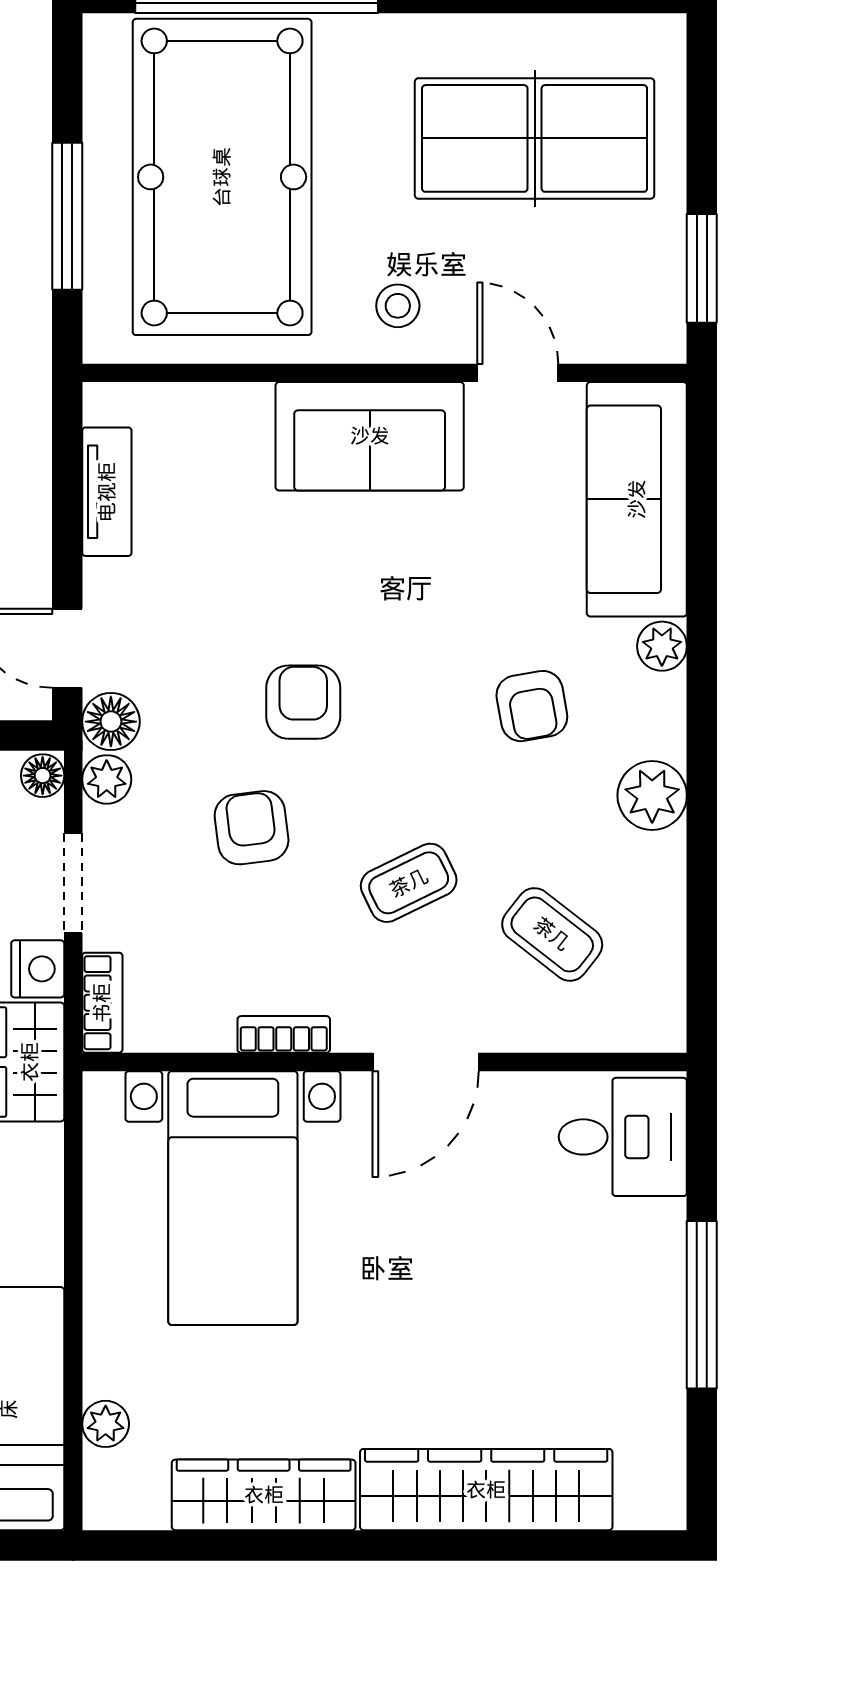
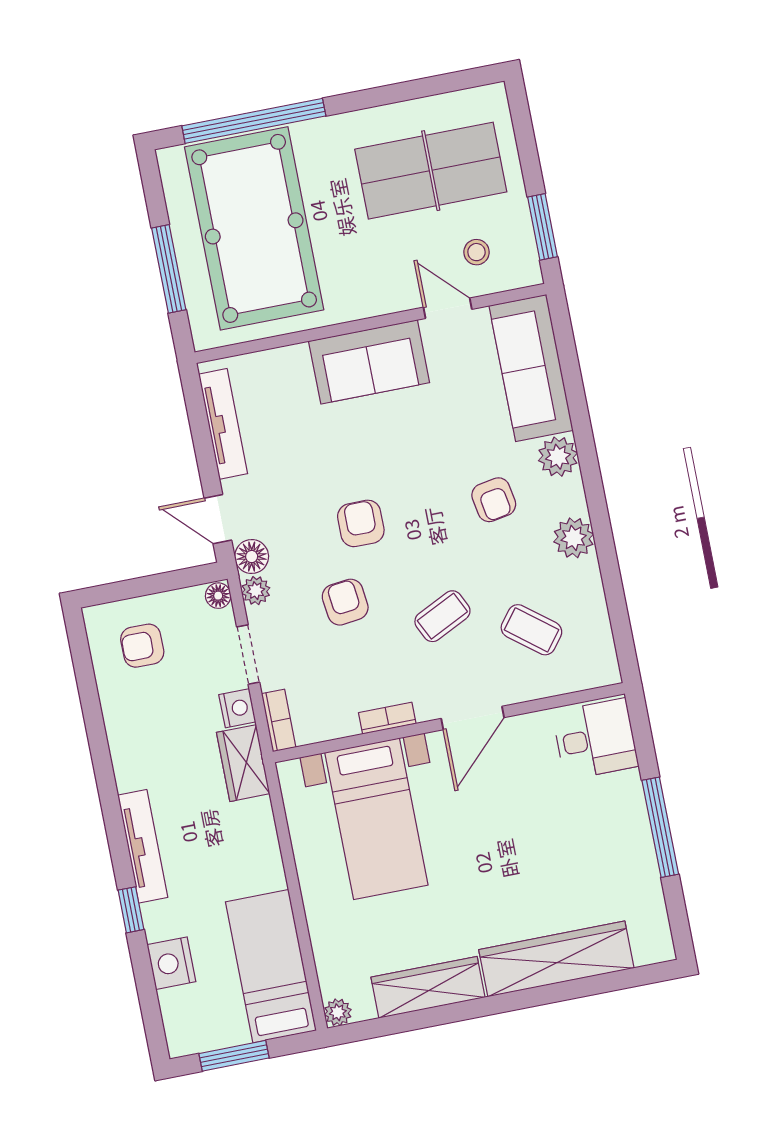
stool: (398, 306) -> (477, 252), moved
tv unit: (107, 492) -> (223, 424), width x1.41
plant: (662, 646) -> (558, 457), width x1.38, depth x1.38
plant: (106, 1424) -> (338, 1012), moved

